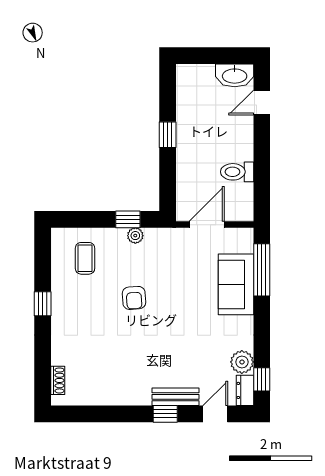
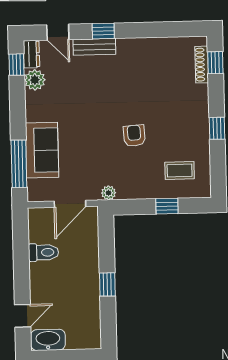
window: (128, 219) -> (167, 206), moved
plant: (135, 236) -> (109, 193), moved
coffee table: (85, 258) -> (180, 170), turned 90
window: (43, 376) -> (215, 63), added
shoe rack: (58, 380) -> (202, 65), width x1.43
door: (215, 414) -> (58, 32), hinge flipped

